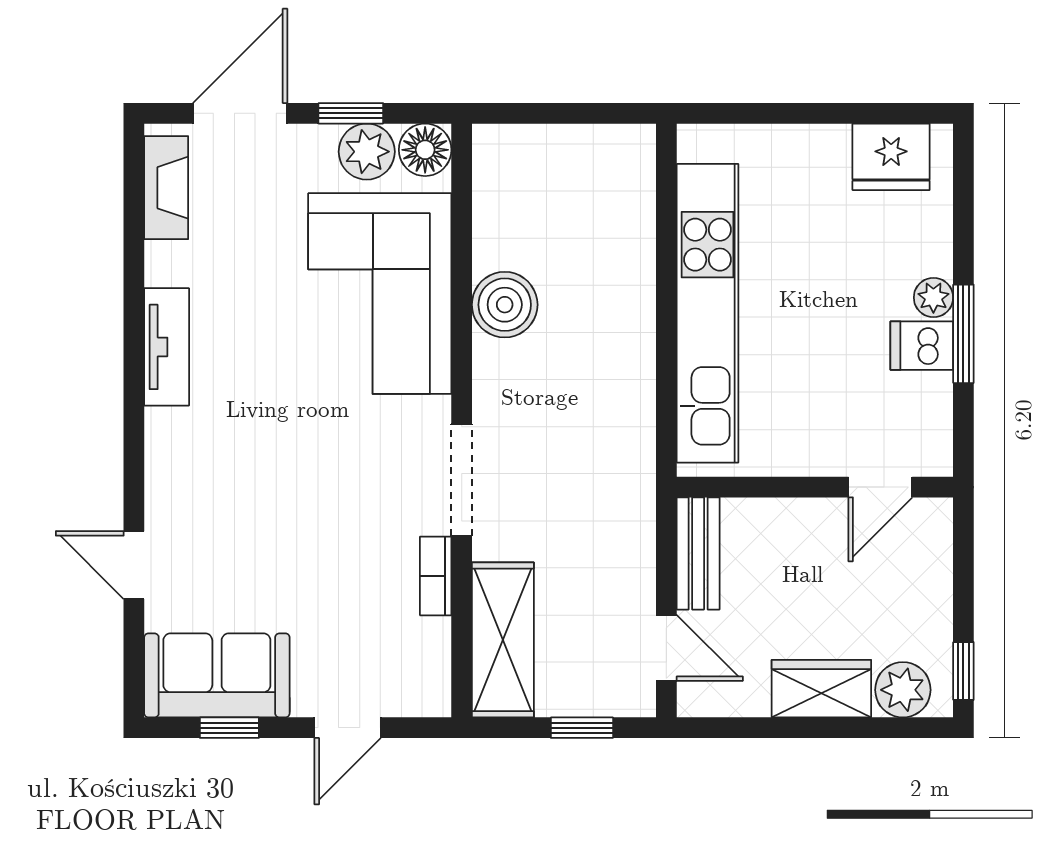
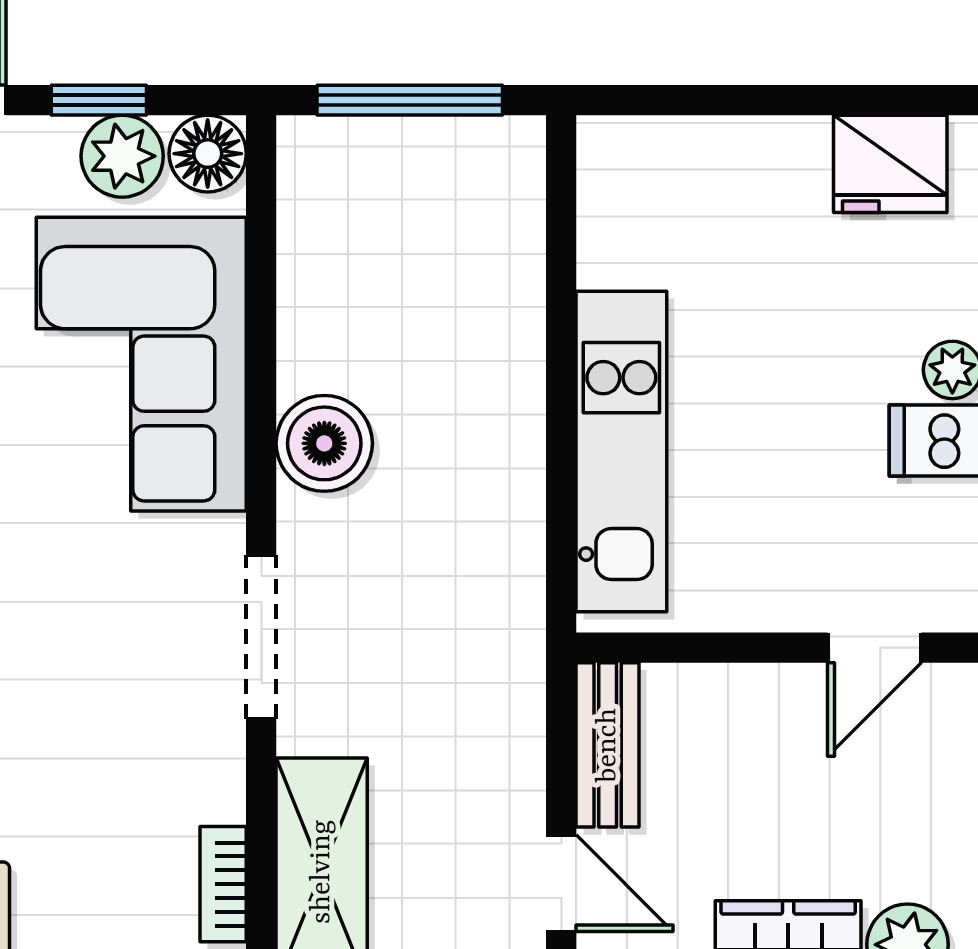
window: (563, 113) -> (410, 100), added
boiler: (505, 305) -> (324, 443), moved
kitchen unit: (708, 313) -> (621, 451), width x0.73
bookcase: (436, 576) -> (223, 884), moved

